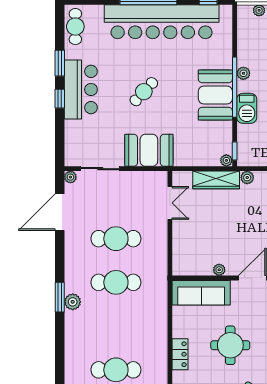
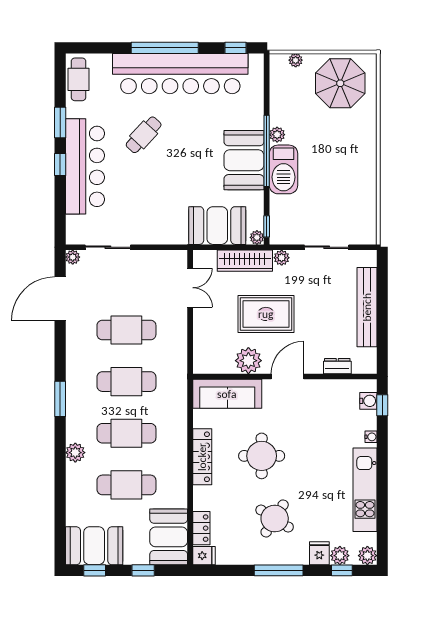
bar counter: (81, 89) -> (85, 166), width x1.36
cafe table: (144, 92) -> (144, 135), moved
barbecue: (247, 108) -> (283, 169), width x1.37, depth x1.21
booth: (149, 150) -> (217, 226), moved
rug: (234, 225) -> (266, 314), added
plant: (219, 270) -> (248, 361), width x1.88, depth x1.88
plant: (73, 302) -> (75, 453), moved
cafe table: (116, 326) -> (126, 433), added
locker: (180, 354) -> (202, 457), width x1.53

